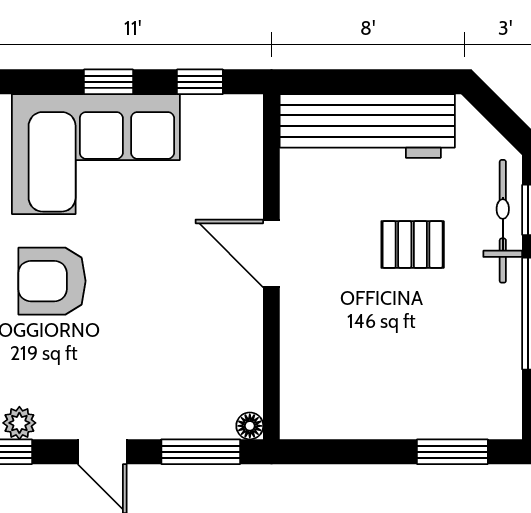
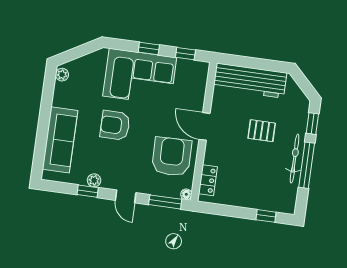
bicycle: (503, 221) -> (295, 159), moved
armchair: (201, 339) -> (172, 157), added
locker: (298, 384) -> (208, 180), added
window: (452, 452) -> (266, 216), width x0.67

